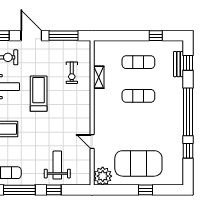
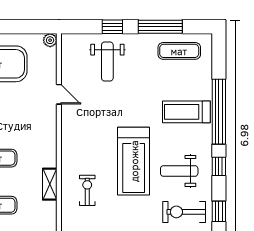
treadmill: (39, 94) -> (134, 161), width x1.37, depth x1.38
plant: (103, 176) -> (50, 40), width x0.53, depth x0.53

